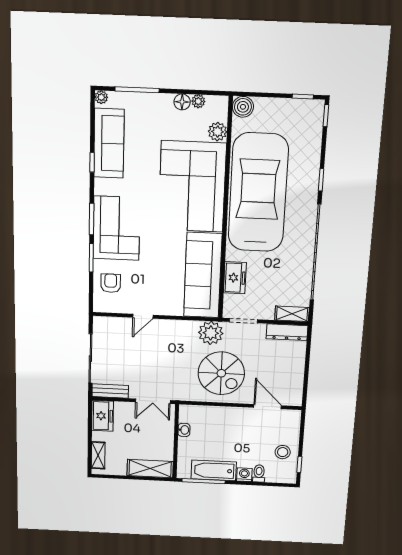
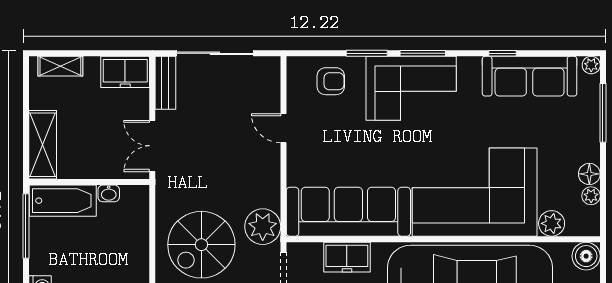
bathtub: (214, 470) -> (63, 201), moved, turned 90

